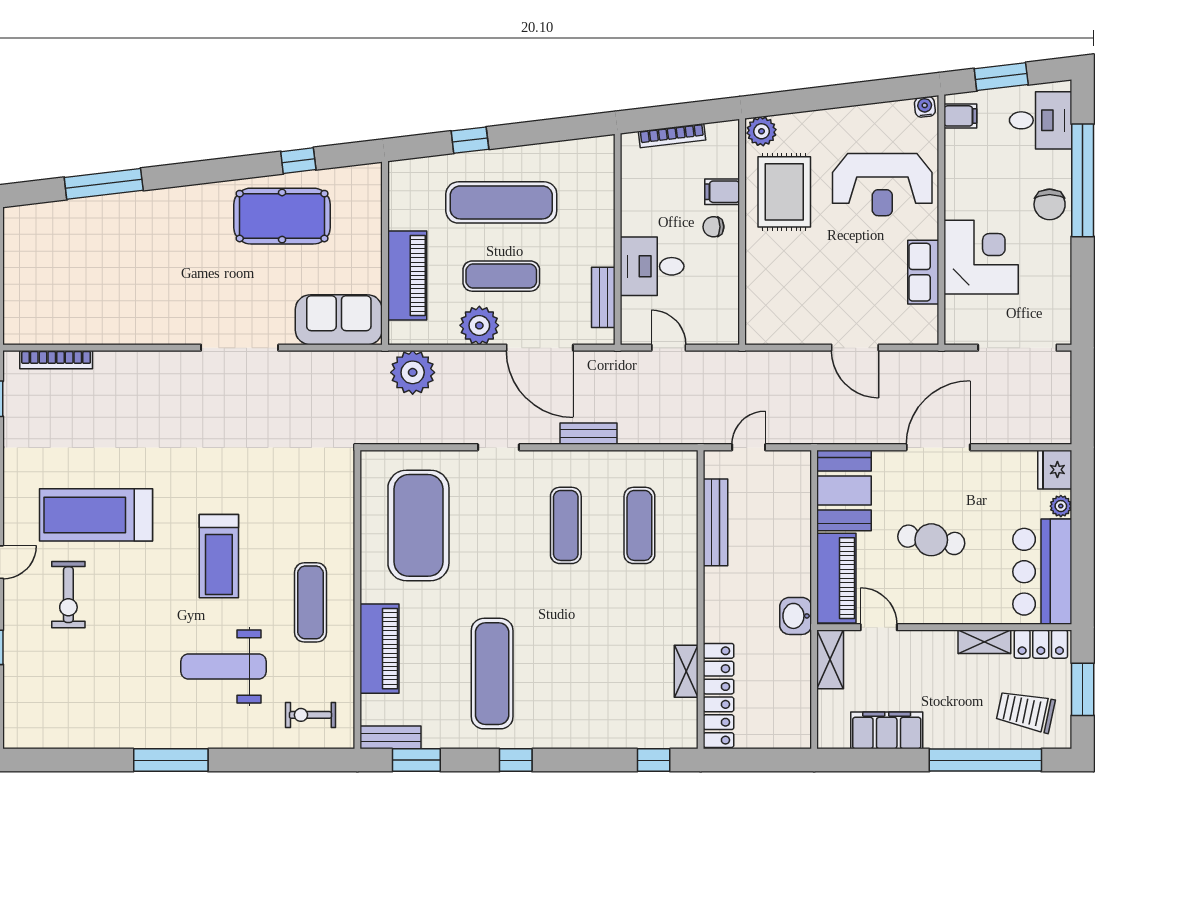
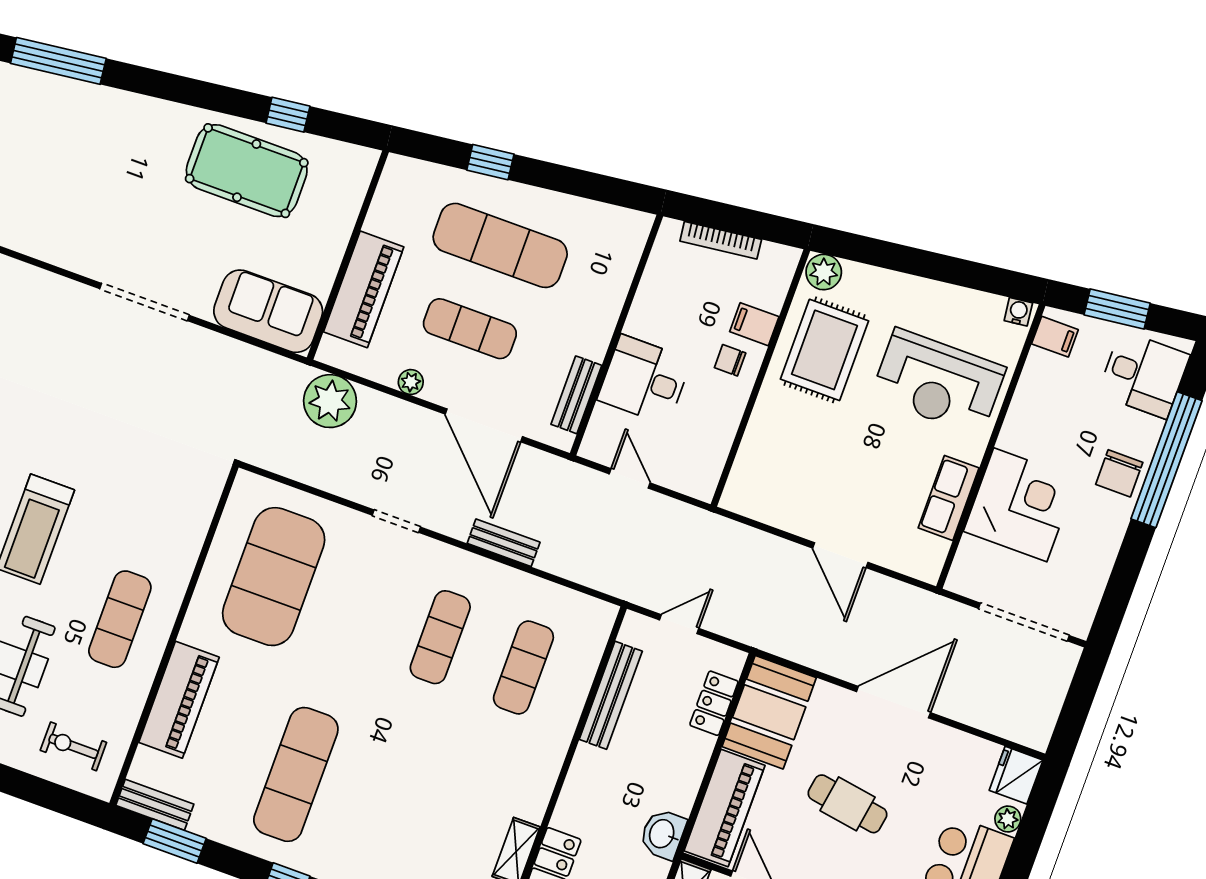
plant: (479, 325) -> (411, 382), width x0.53, depth x0.53
locker: (798, 499) -> (714, 703), added

